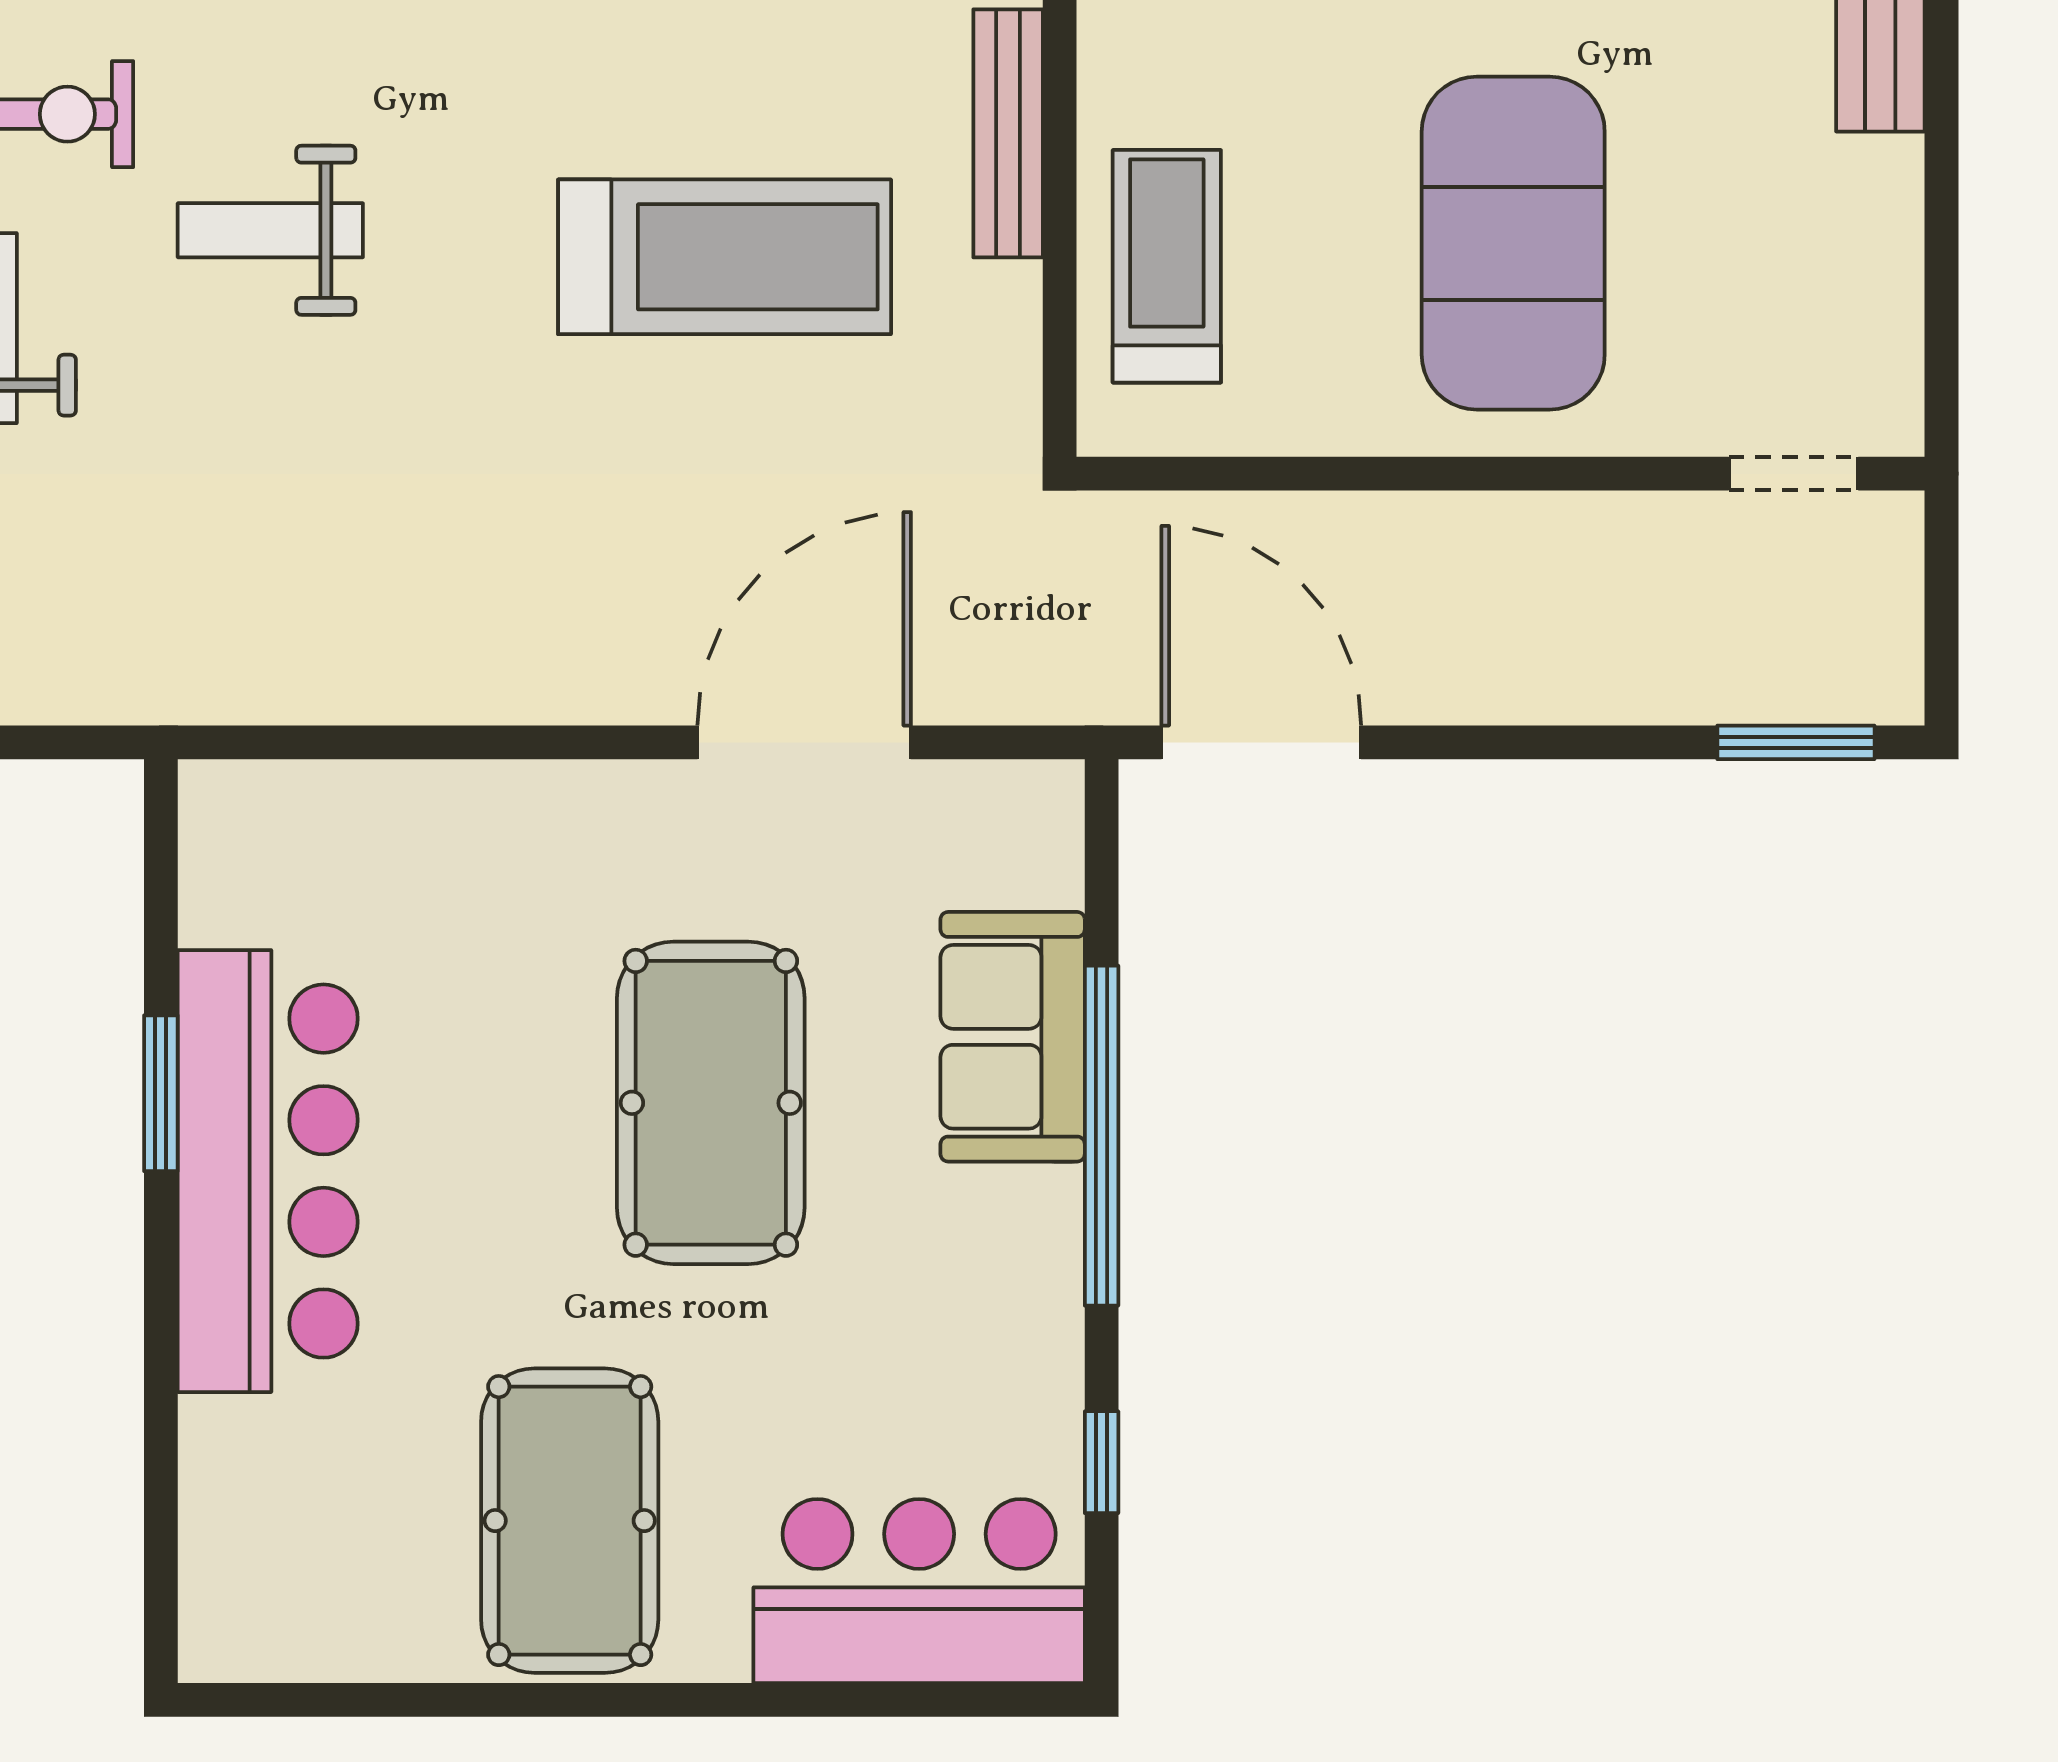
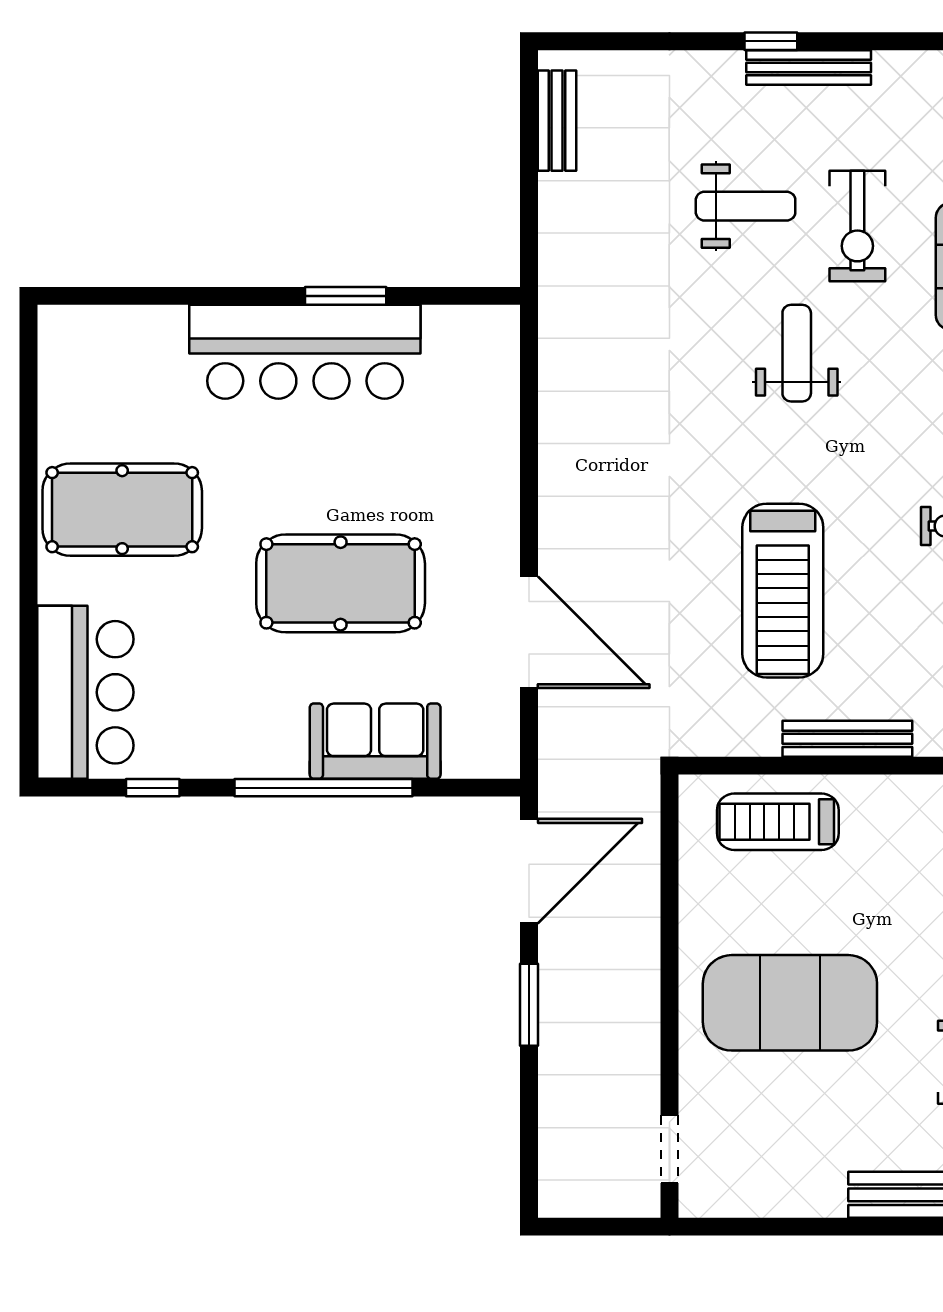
treadmill: (1167, 266) -> (778, 822), turned 180
window: (1796, 742) -> (529, 1005), moved

